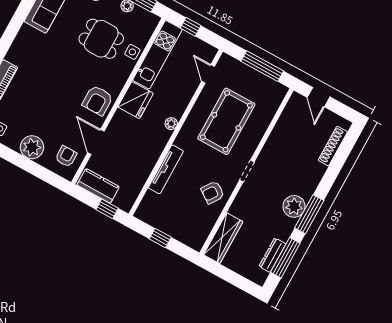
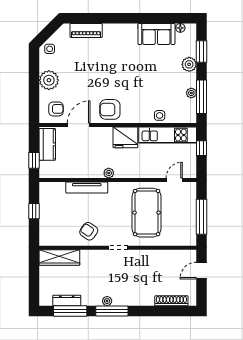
dining table: (101, 39) -> (157, 87), removed
pool table: (226, 121) -> (147, 213), turned 90
plant: (171, 124) -> (109, 173), moved
plant: (294, 206) -> (107, 301), width x0.53, depth x0.53

